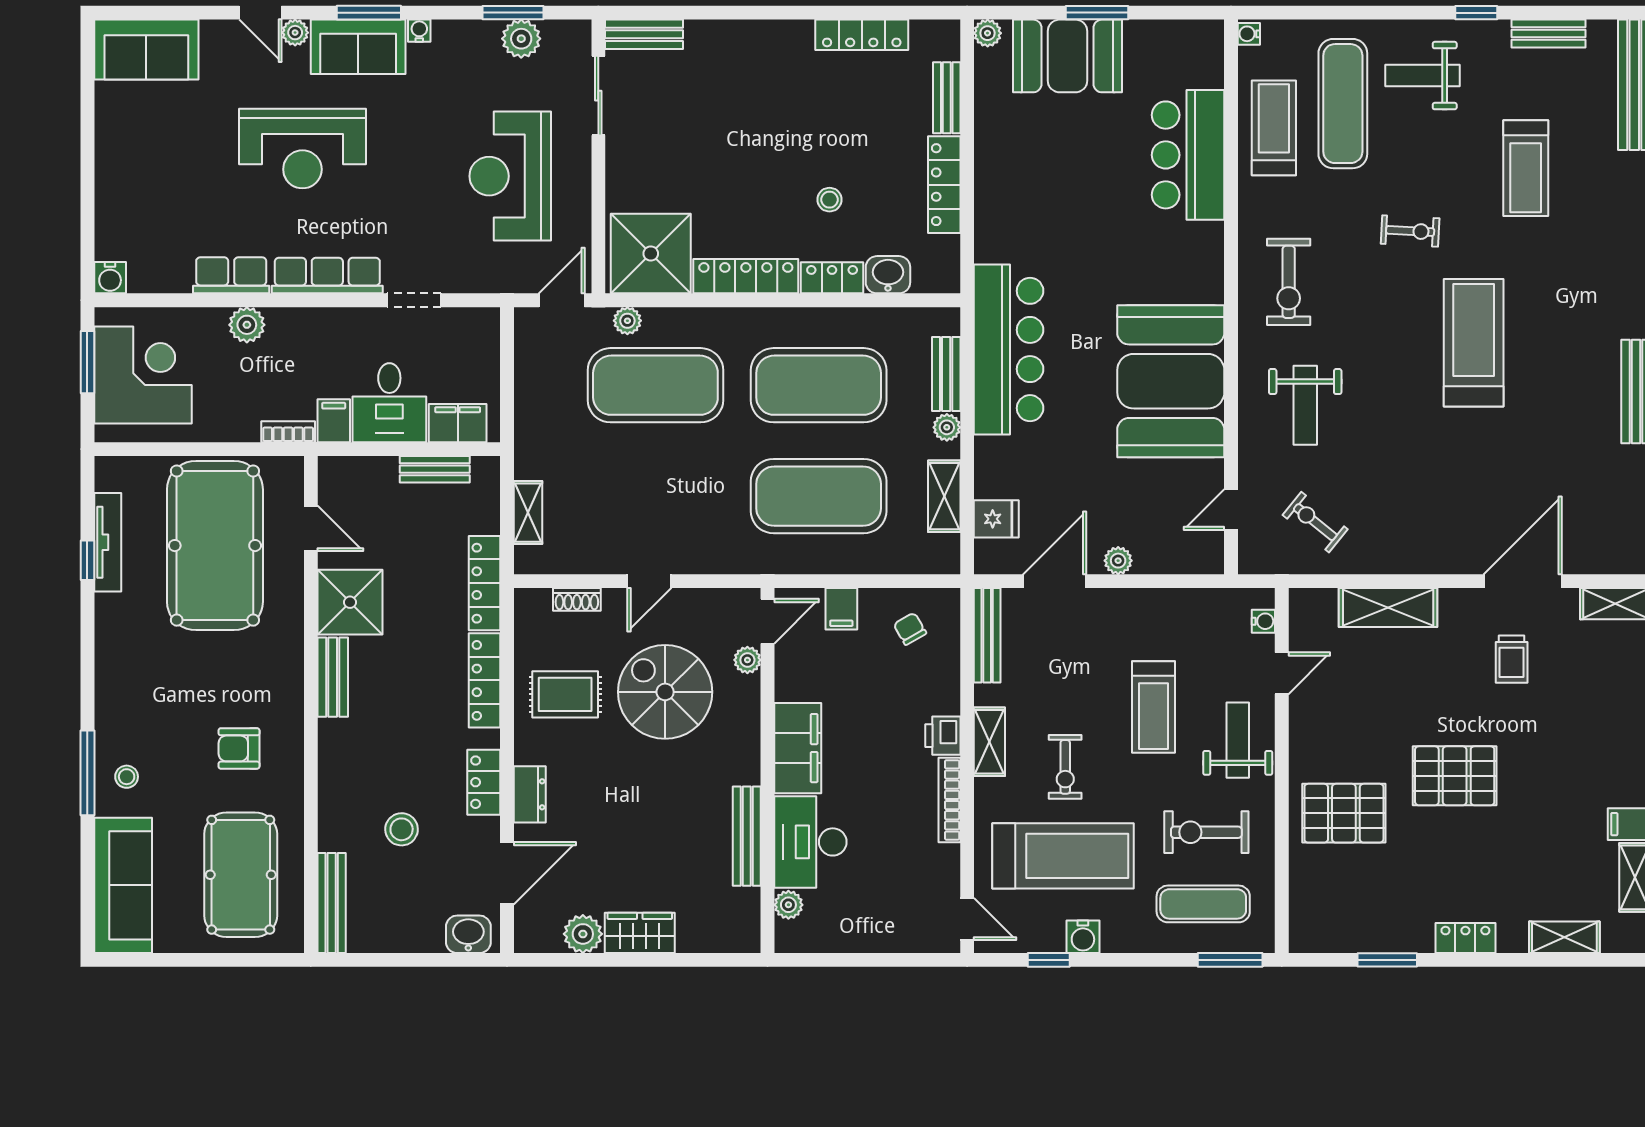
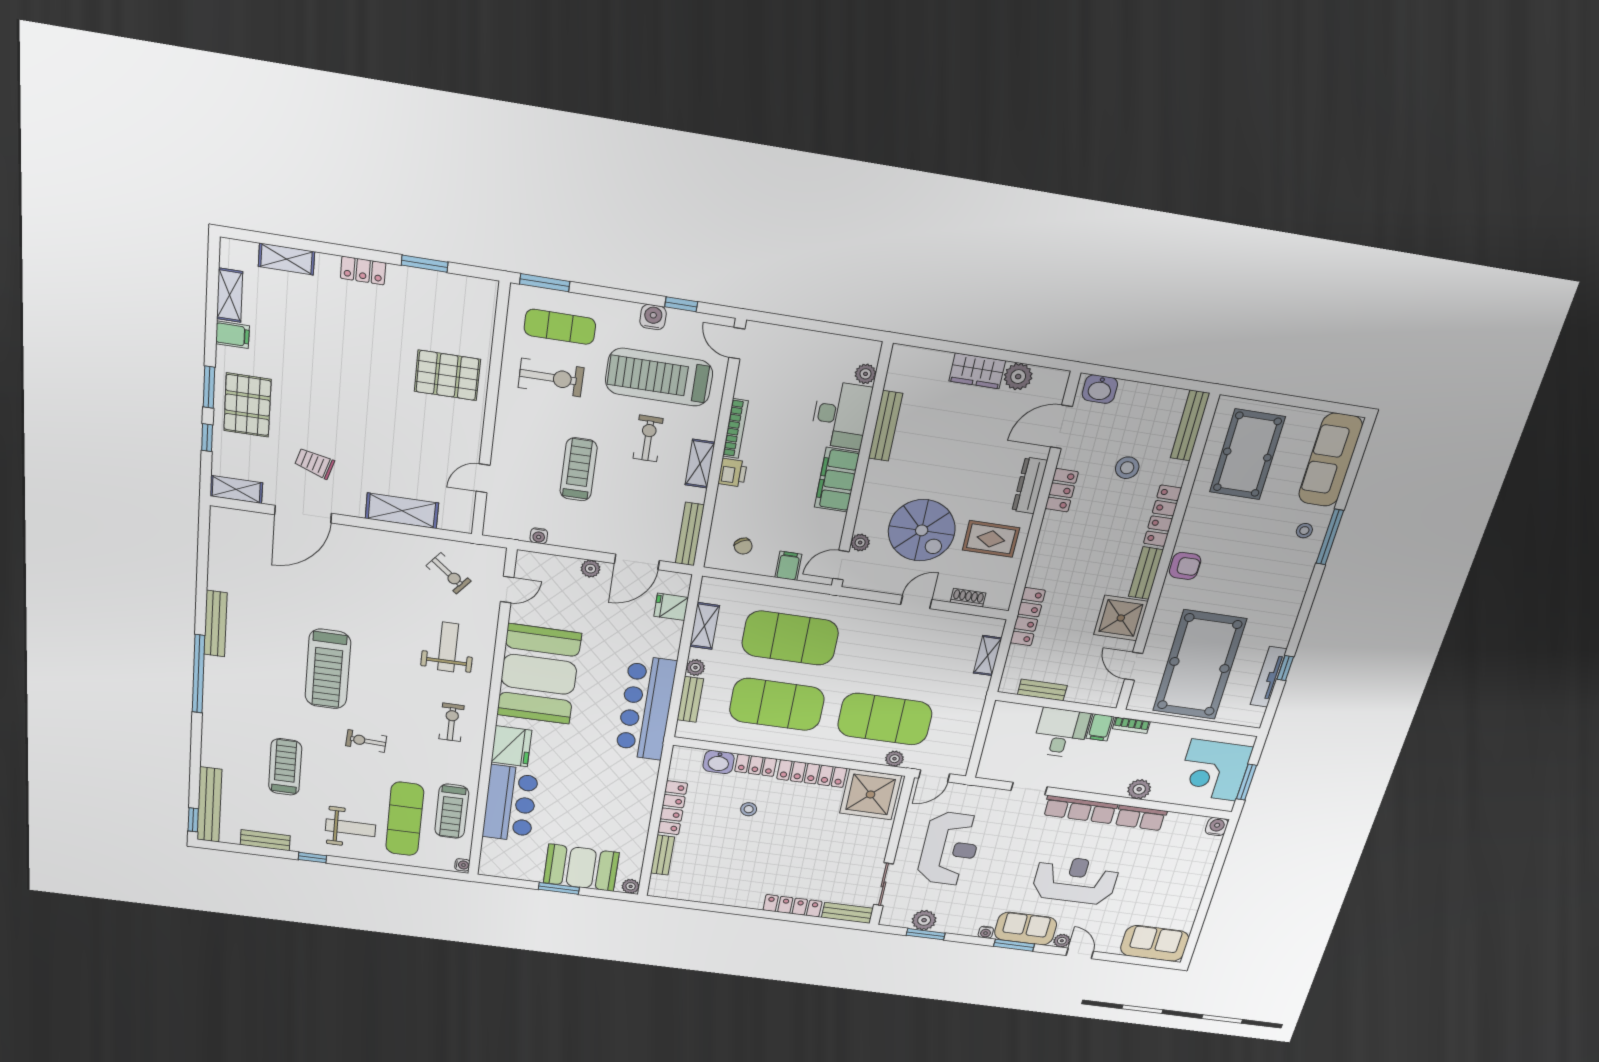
locker: (862, 35) -> (793, 906), moved
fridge: (1197, 255) -> (511, 746), added
exercise bike: (1289, 282) -> (452, 722), width x0.73, depth x0.72
filing cabinet: (458, 423) -> (1020, 715), removed
water cooler: (1263, 621) -> (539, 536), moved, turned -90
trolley: (1512, 659) -> (315, 463), turned -73
locker: (485, 680) -> (1162, 516), moved, turned 180
weight bench: (1238, 740) -> (520, 438), removed
armchair: (239, 748) -> (1185, 566), moved
pallet: (1455, 776) -> (247, 405), moved, turned 90
dresser: (530, 794) -> (1030, 486), width x1.44

